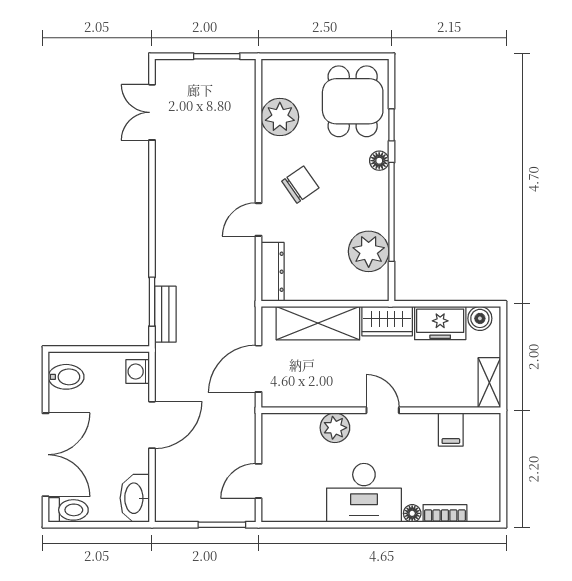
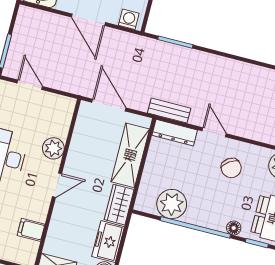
bench: (165, 314) -> (169, 111), moved

